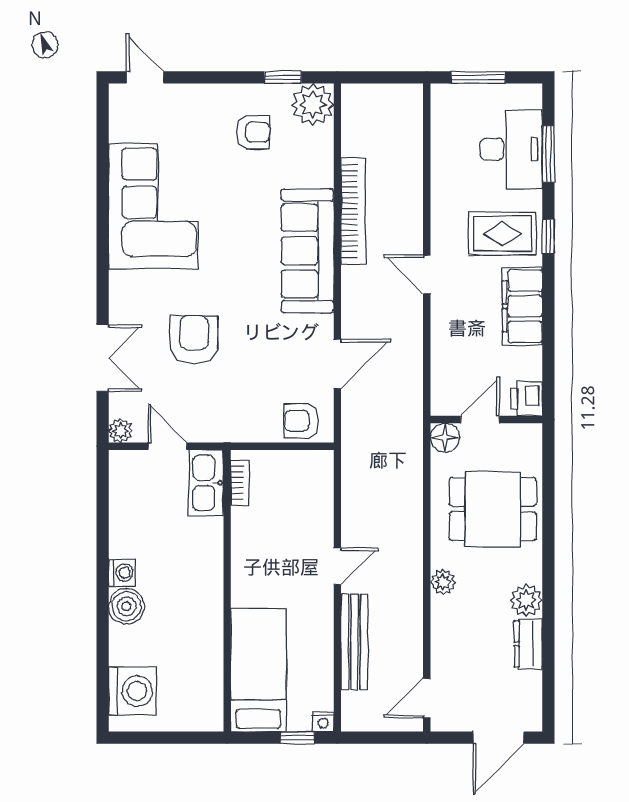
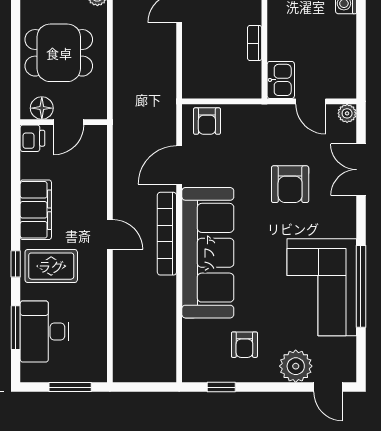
plant: (313, 104) -> (296, 366), moved
armchair: (253, 132) -> (244, 345), turned -90
window: (103, 207) -> (361, 286), added
bookcase: (353, 211) -> (167, 234), moved
sofa: (307, 251) -> (208, 253), width x1.36, depth x1.27
armchair: (301, 421) -> (207, 121), turned 90
floor lamp: (445, 438) -> (42, 108), moved
kitchen sink: (206, 483) -> (281, 80), width x0.73
bookcase: (240, 483) -> (255, 43), moved

